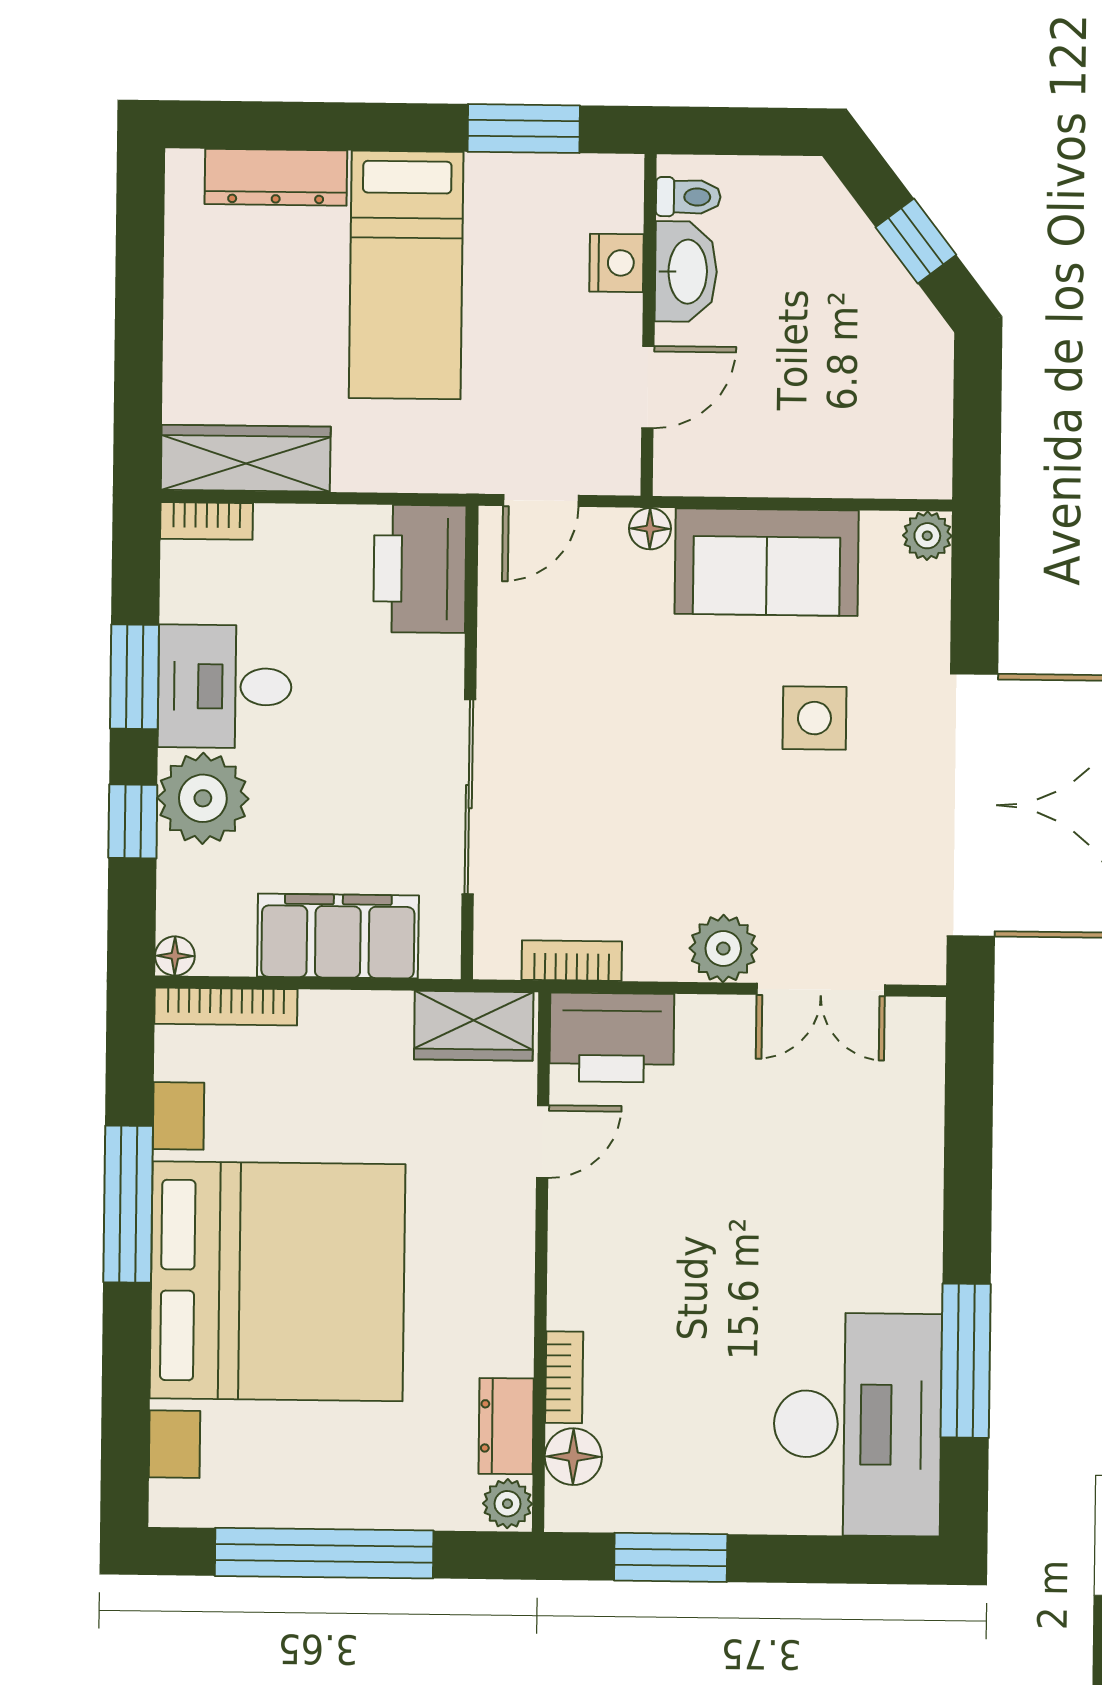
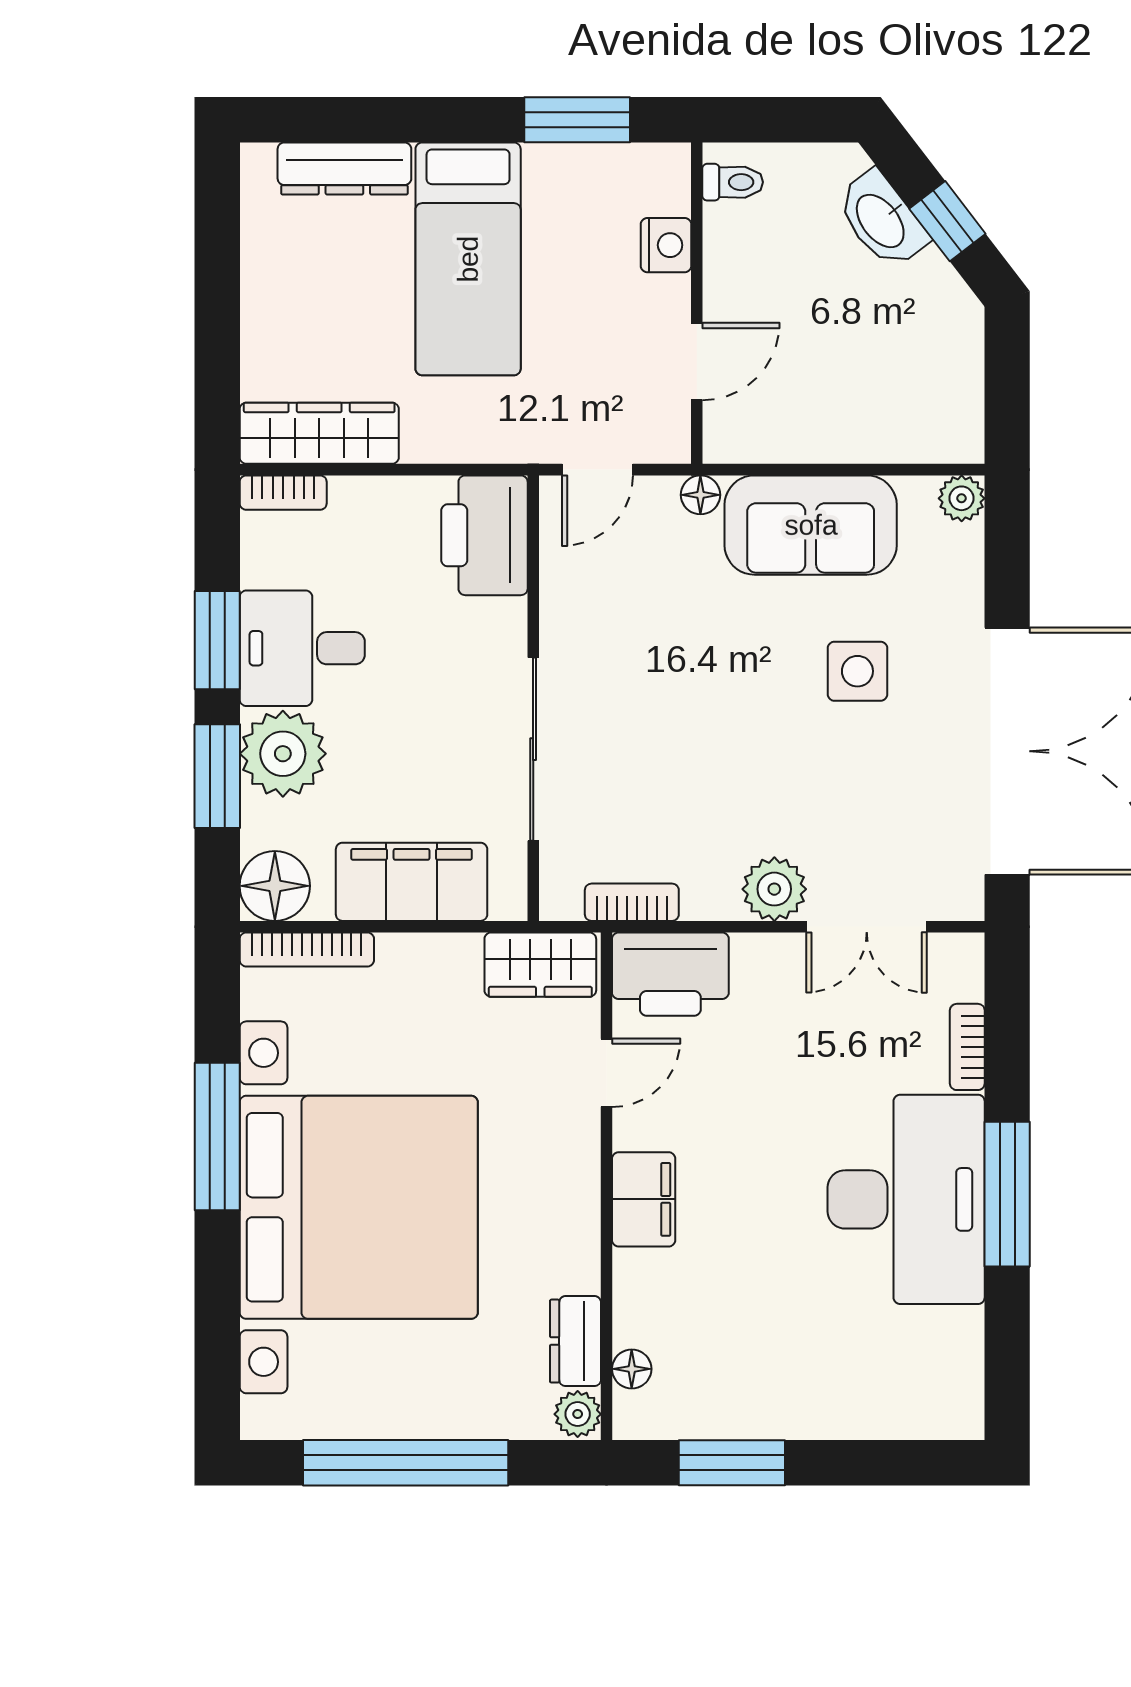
washbasin: (686, 272) -> (882, 220), moved, turned 142
window: (133, 821) -> (217, 776), width x1.50
floor lamp: (175, 956) -> (275, 886), width x1.89, depth x1.89
filing cabinet: (580, 1277) -> (644, 1199), added
window: (966, 1361) -> (1007, 1194), moved
bookcase: (564, 1377) -> (967, 1047), moved, turned 180
desk: (858, 1424) -> (906, 1199), moved
floor lamp: (573, 1457) -> (632, 1369), width x0.73, depth x0.73

